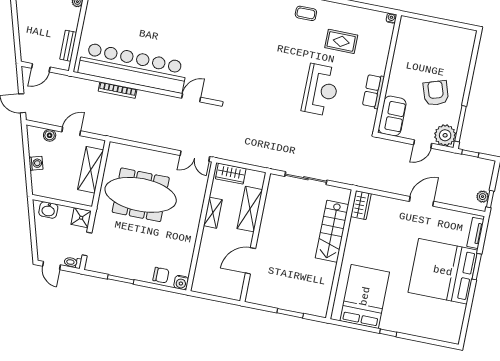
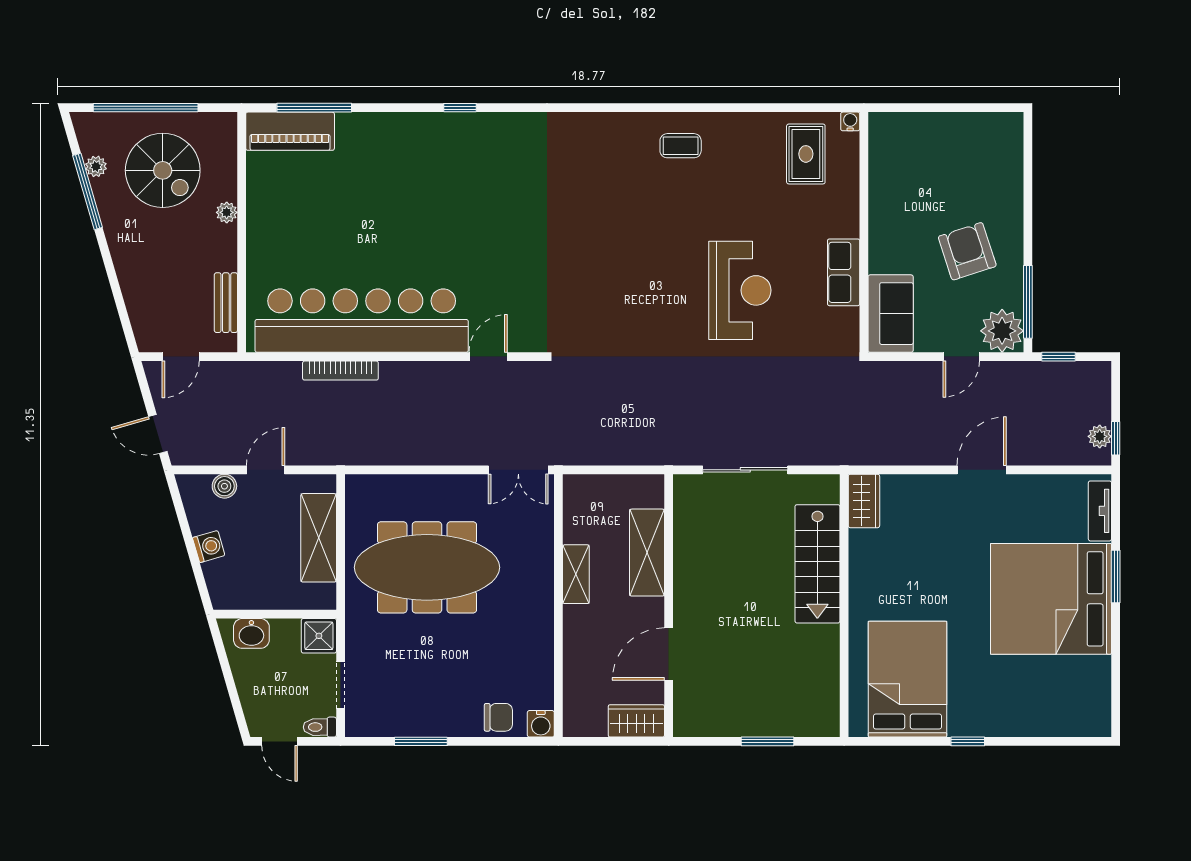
rug: (341, 41) -> (806, 154), moved, turned 90
wardrobe: (231, 174) -> (636, 721), moved, turned 180

